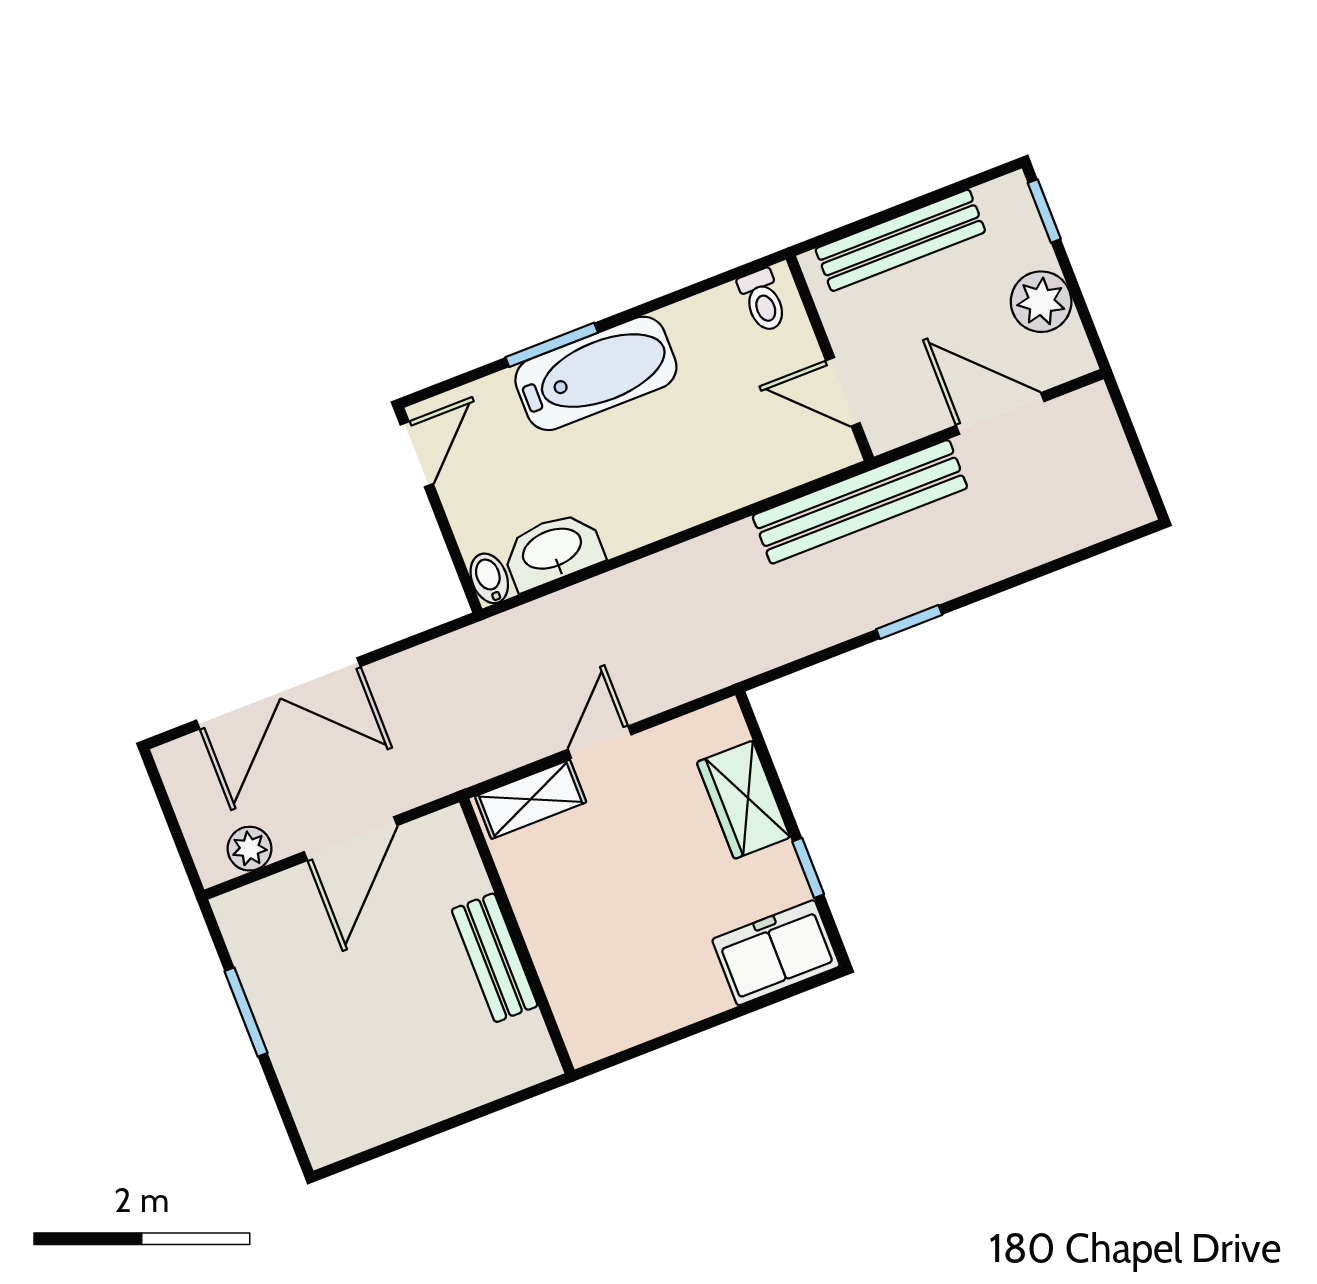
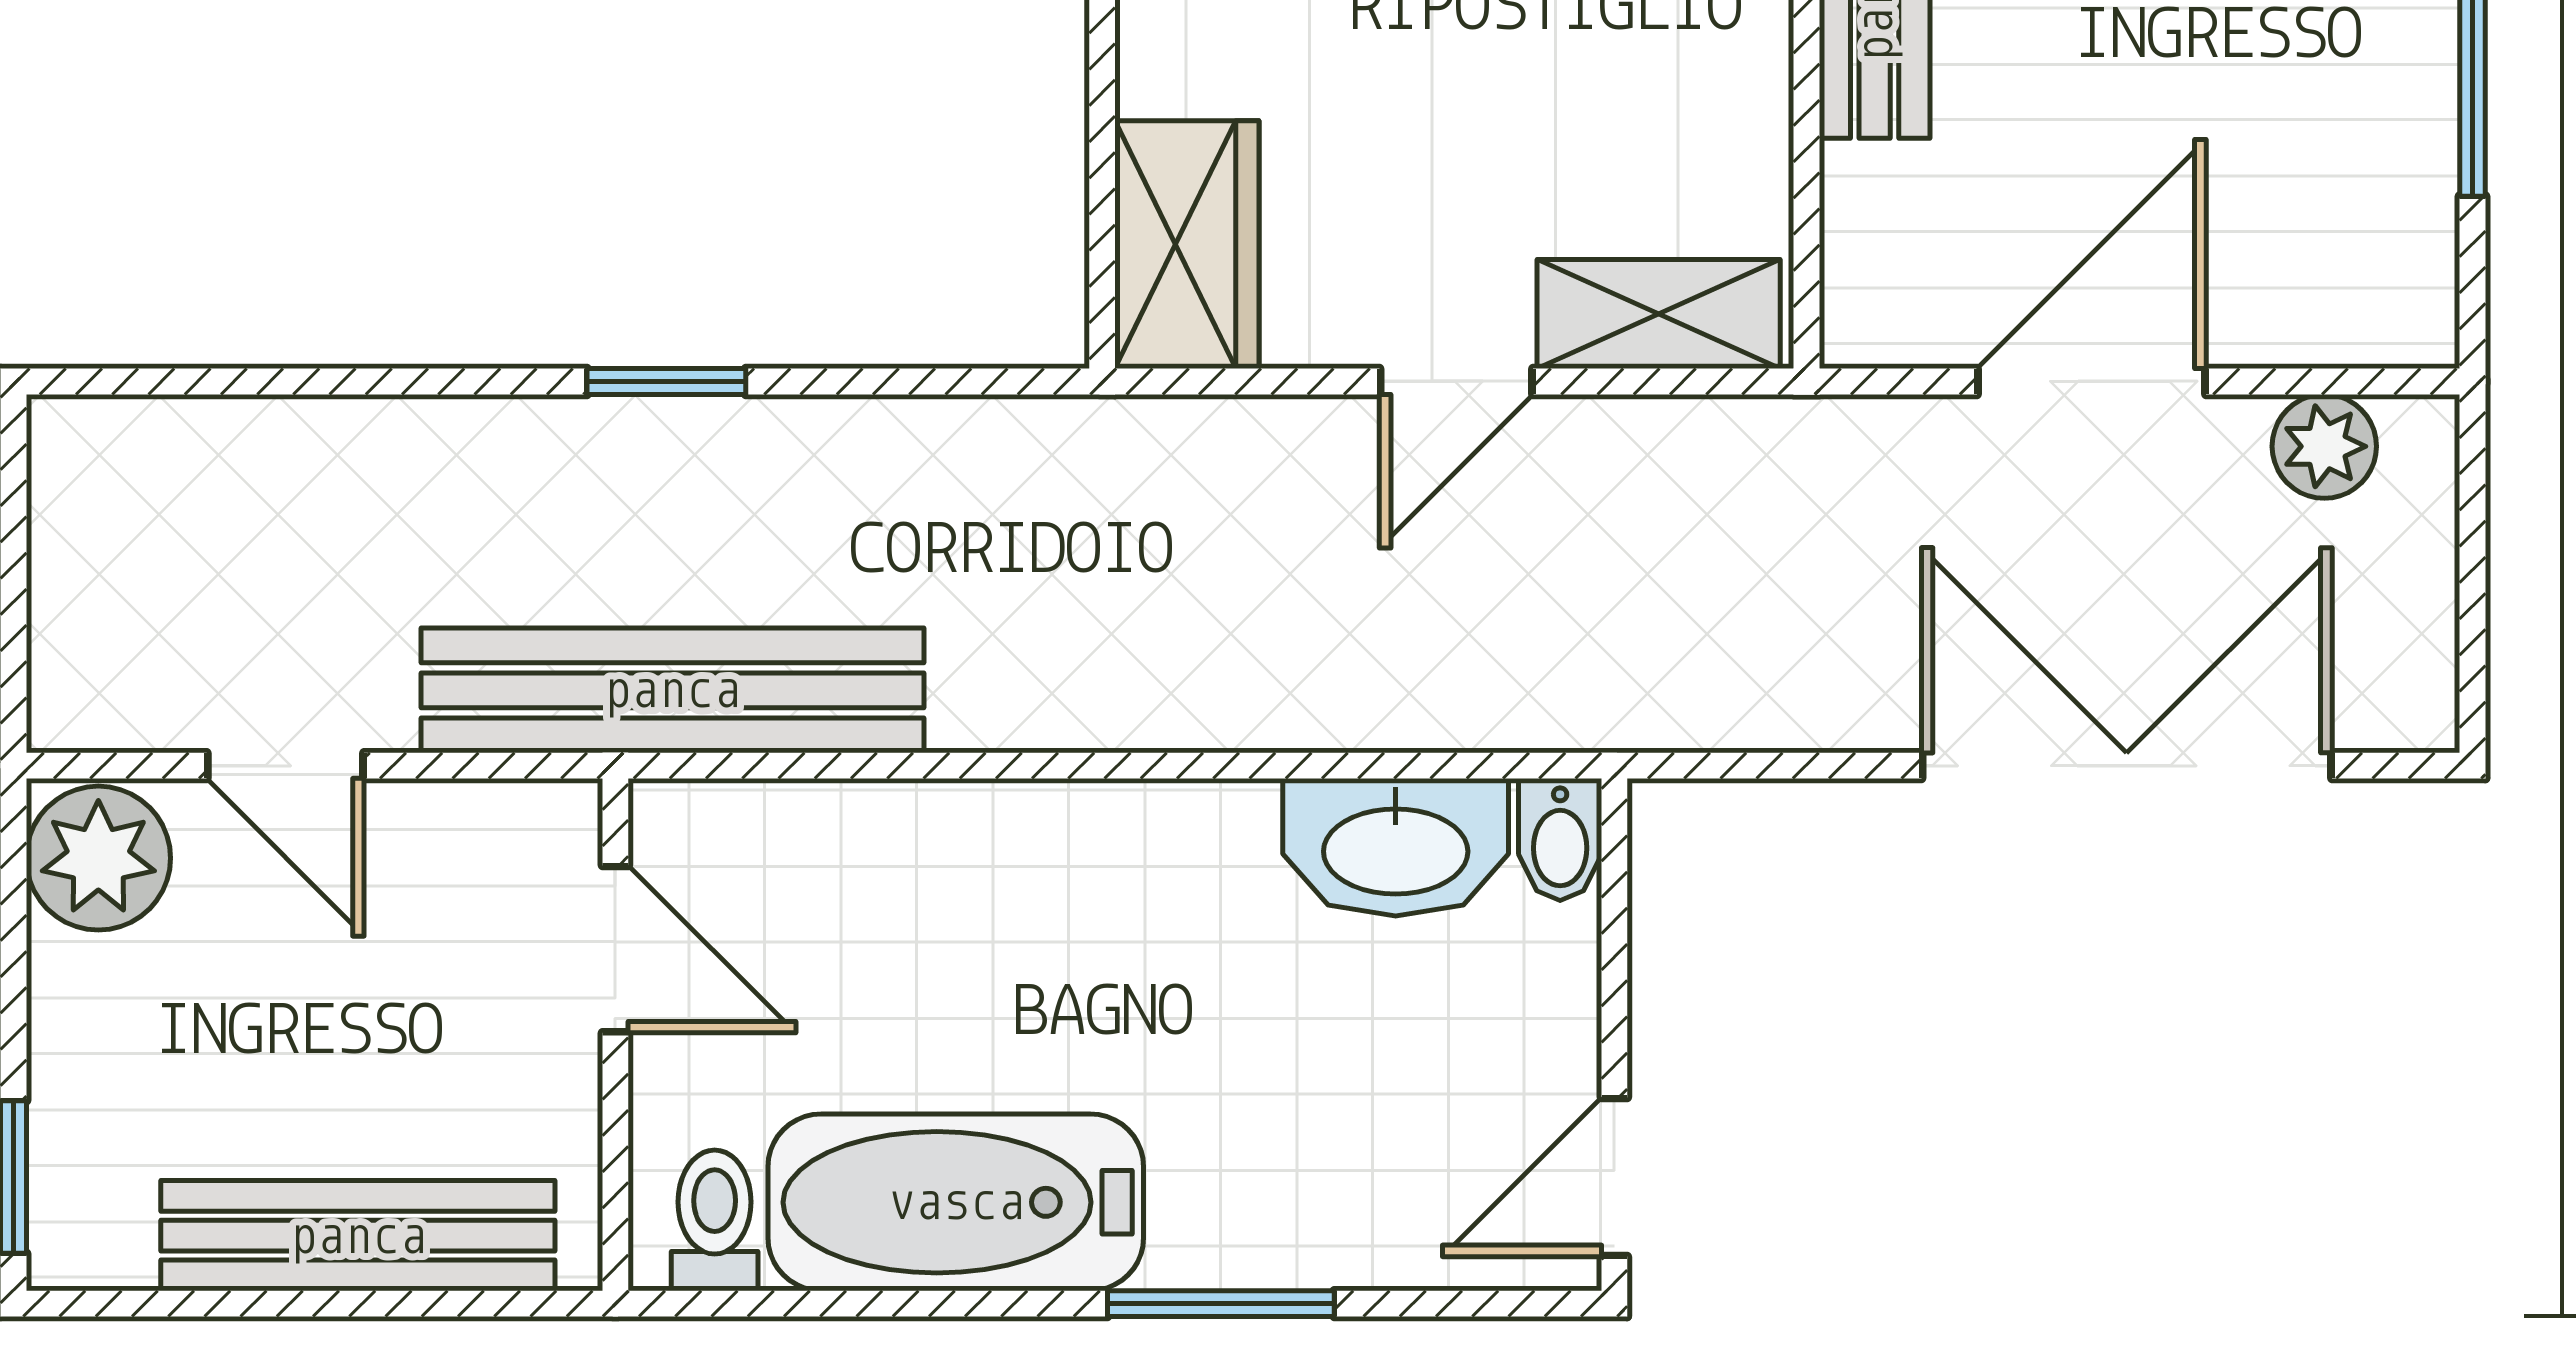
plant: (1041, 302) -> (98, 858), moved
bathtub: (596, 373) -> (956, 1202), moved
door: (1000, 413) -> (285, 766), width x0.73
wardrobe: (743, 800) -> (1187, 245), moved

